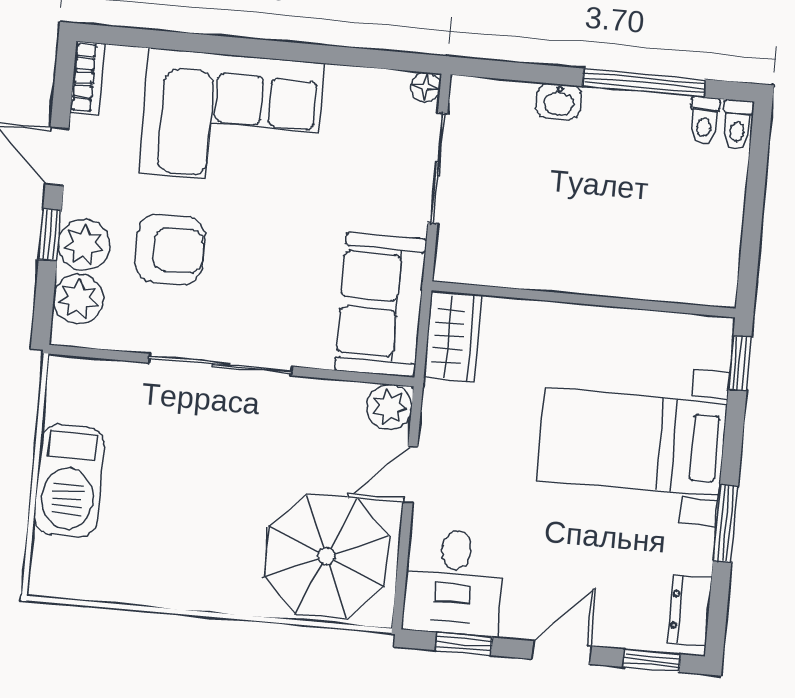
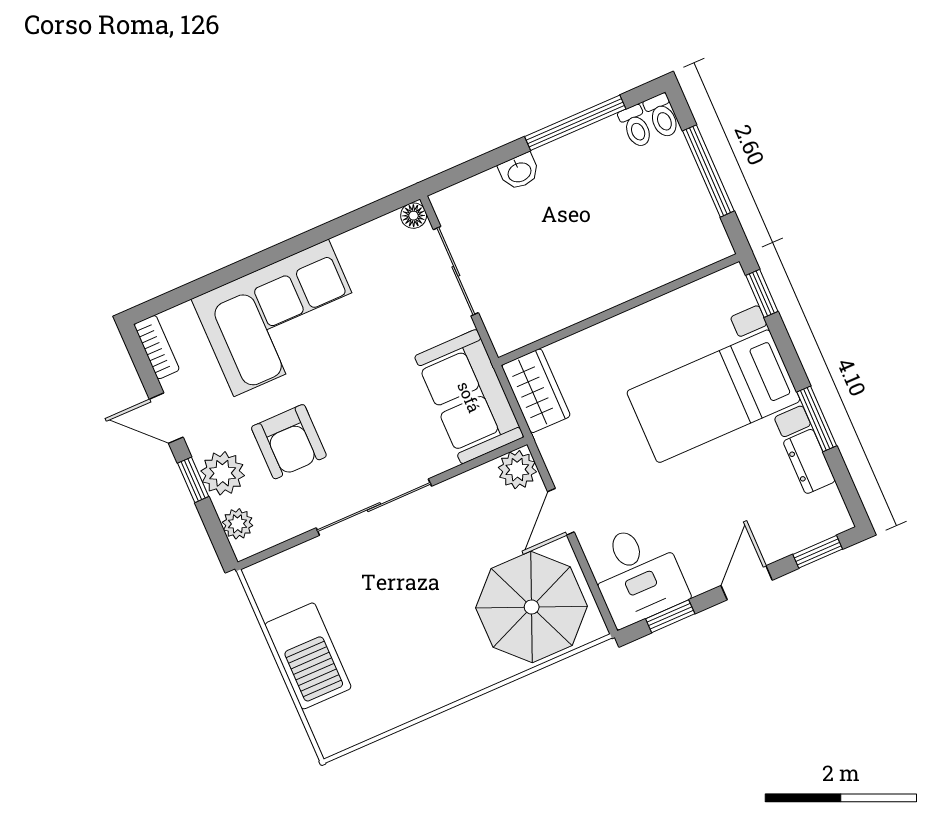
window: (754, 207) -> (708, 171), added
armchair: (170, 250) -> (289, 442), turned 90
plant: (78, 299) -> (238, 524), width x0.73, depth x0.73
dresser: (690, 611) -> (809, 461), moved

